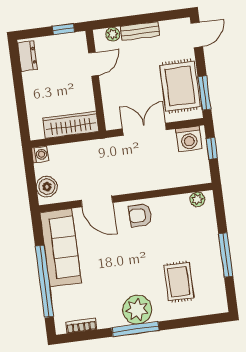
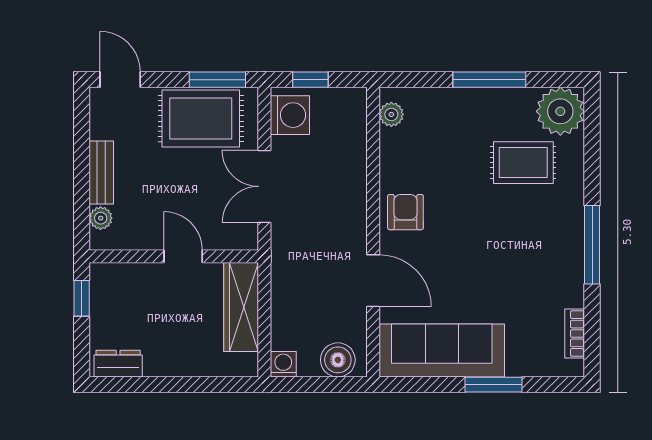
door: (94, 64) -> (183, 256), moved
door: (97, 201) -> (373, 281), hinge flipped
armchair: (140, 215) -> (405, 212), turned 180
window: (44, 281) -> (494, 385), width x0.47
plant: (137, 310) -> (560, 111), moved

